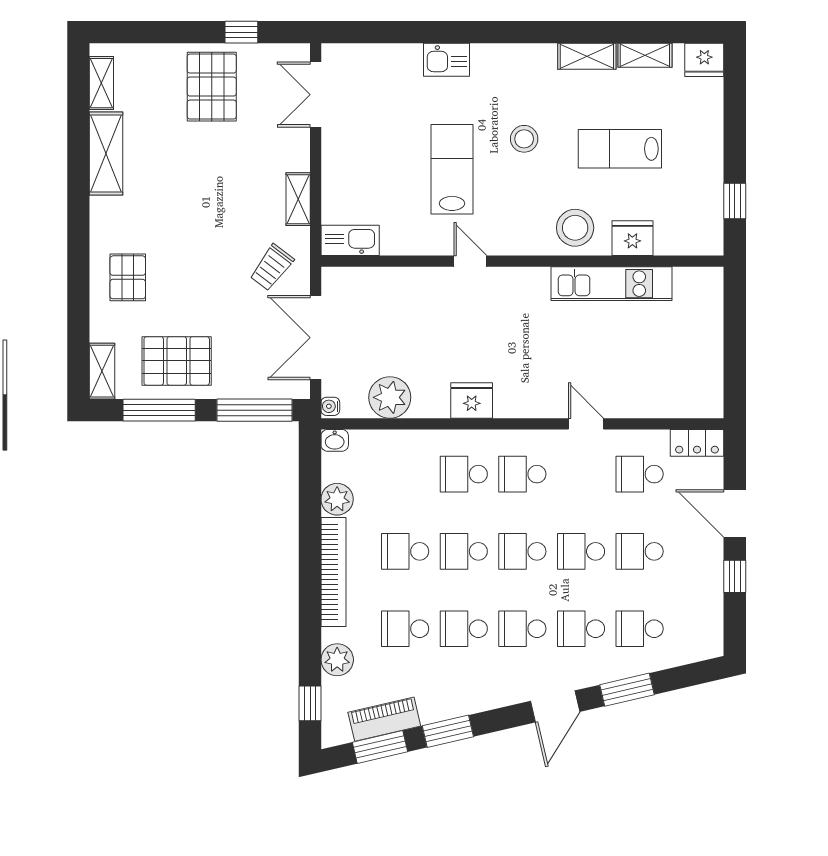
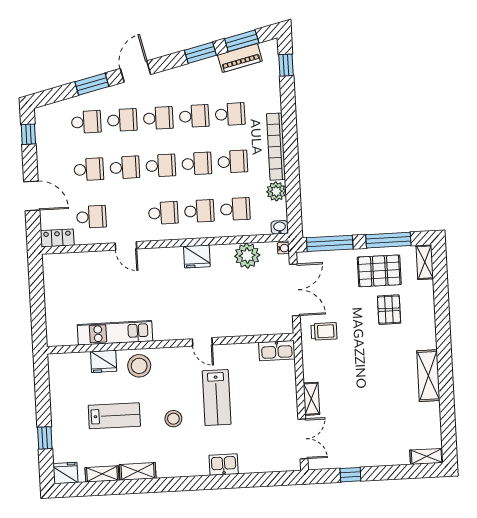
shelving: (101, 83) -> (427, 456), moved, turned 90
pallet: (212, 87) -> (367, 440), removed
shelving: (106, 153) -> (428, 376), moved
shelving: (298, 199) -> (311, 399), moved
window: (735, 201) -> (45, 438), moved
trolley: (272, 268) -> (324, 331), turned 53
pallet: (128, 277) -> (389, 310), moved
school desk: (405, 474) -> (235, 209), added
window: (735, 576) -> (28, 134), moved
plant: (337, 660) -> (271, 93), removed

